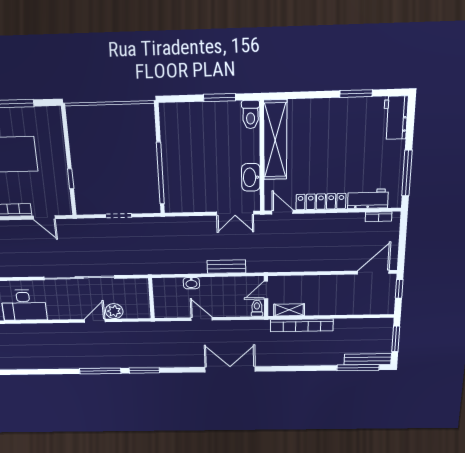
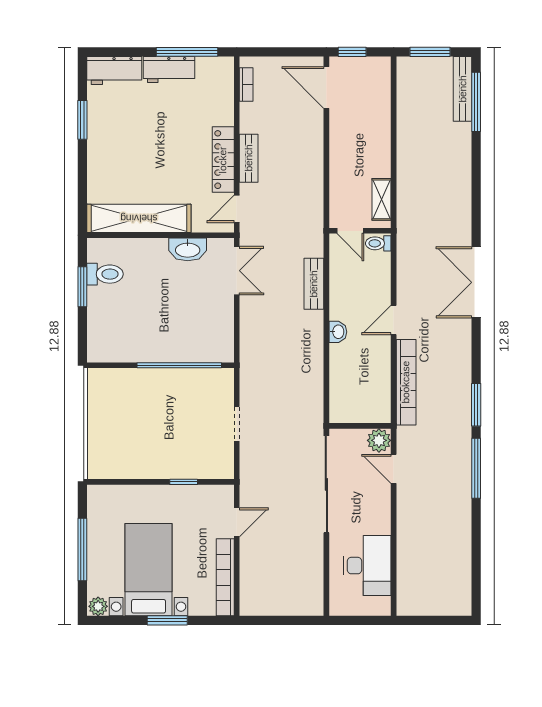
toilet: (251, 114) -> (105, 274), moved
workbench: (368, 199) -> (169, 70), moved, turned -90
bench: (321, 220) -> (249, 158), added
wall: (151, 298) -> (360, 426), moved
bookcase: (302, 325) -> (406, 382), moved

